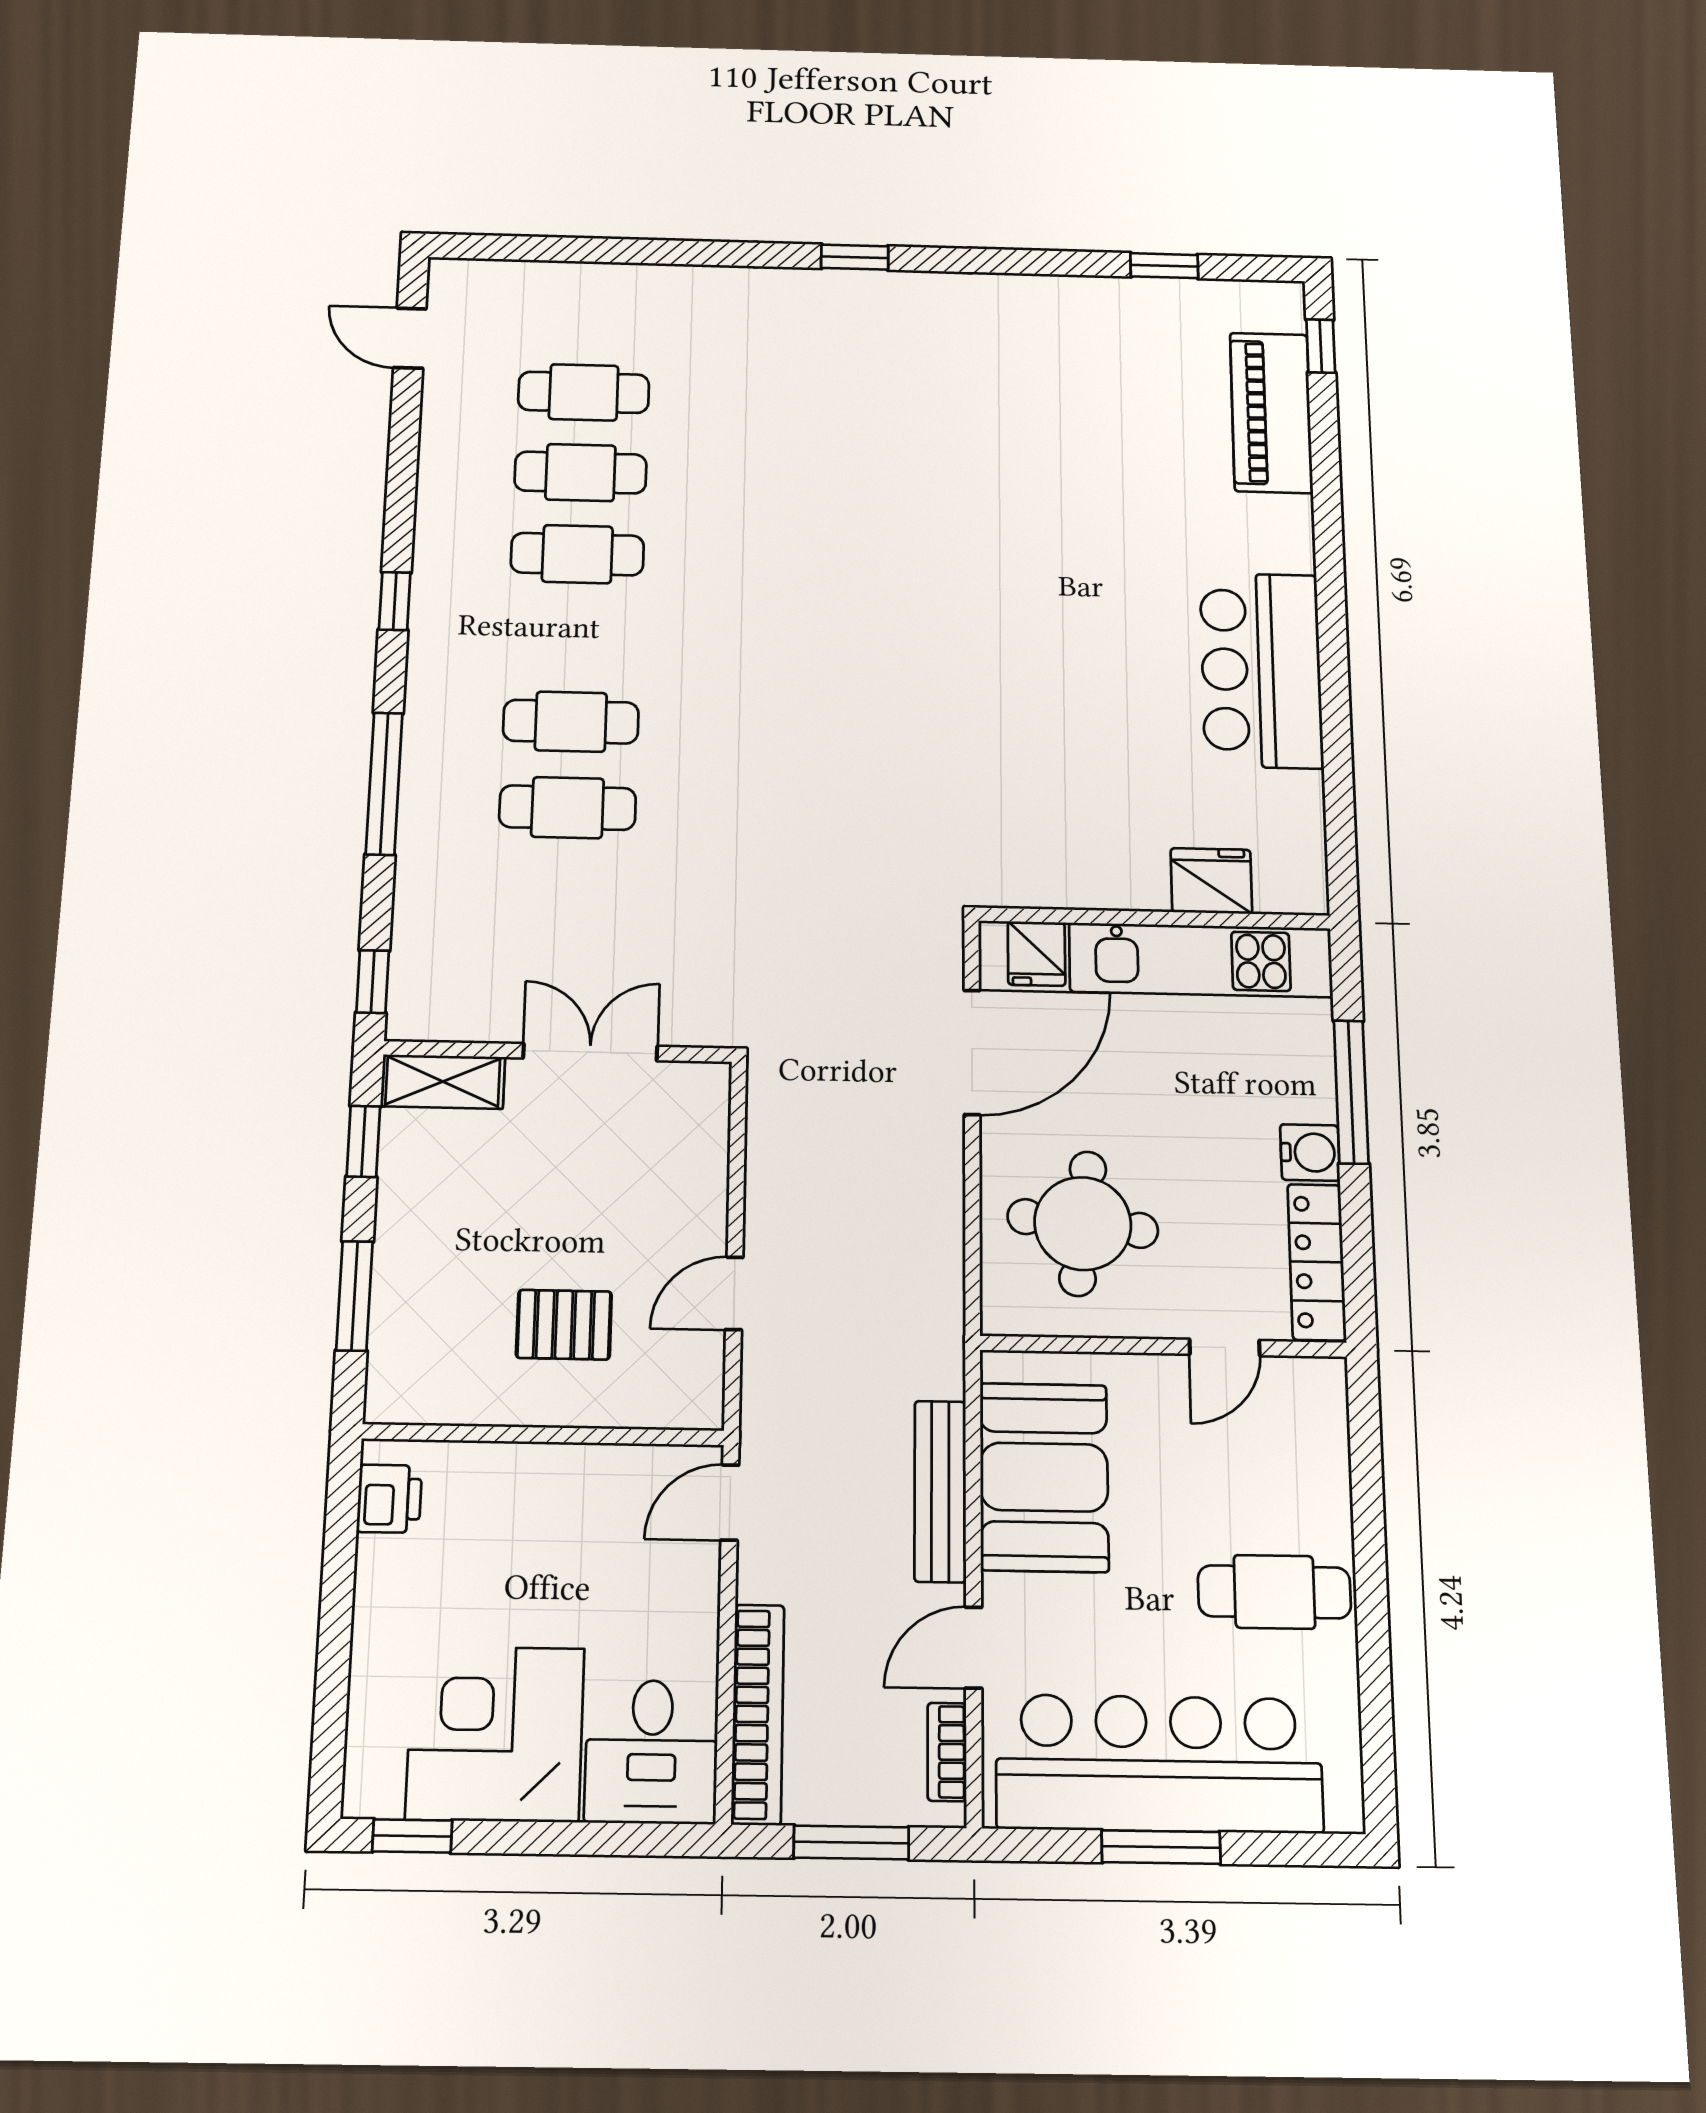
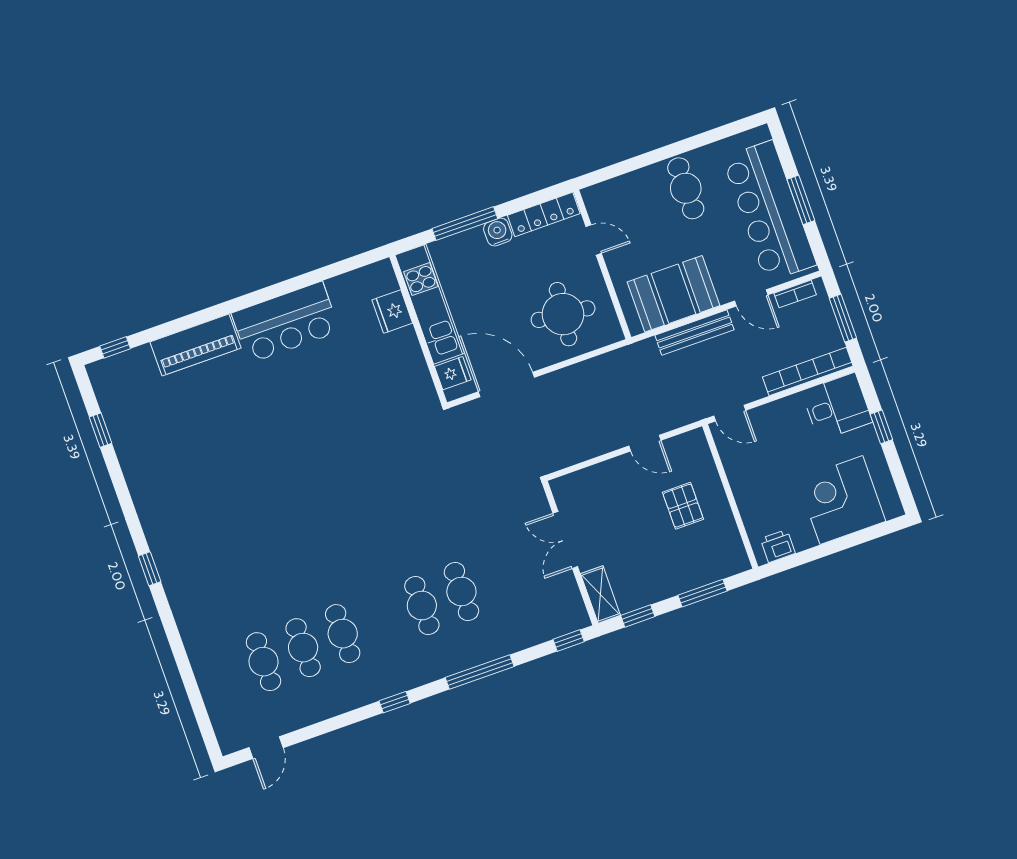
piano: (1271, 413) -> (196, 345), moved
corner desk: (495, 1734) -> (841, 500), moved, turned 90
window: (412, 1836) -> (881, 427), moved

